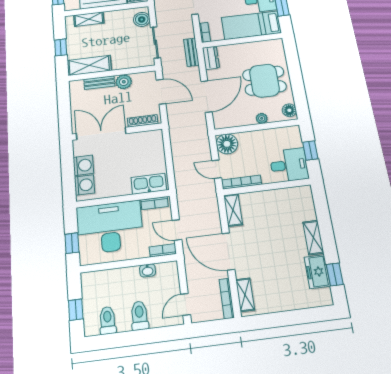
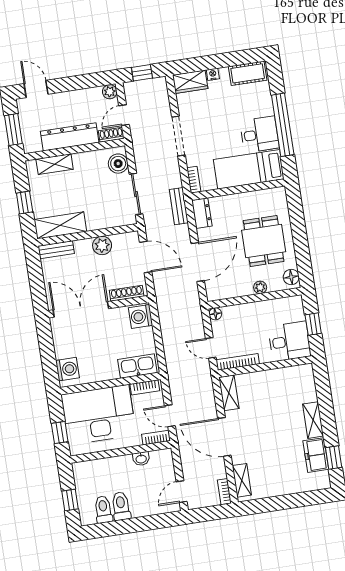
dining table: (264, 81) -> (264, 241), turned 90
bench: (99, 83) -> (56, 250), moved
floor lamp: (227, 144) -> (215, 314), width x0.53, depth x0.53
washing machine: (83, 165) -> (141, 316), moved, turned 180
bookcase: (227, 298) -> (224, 492), width x0.64
toilet: (139, 316) -> (121, 506), moved

